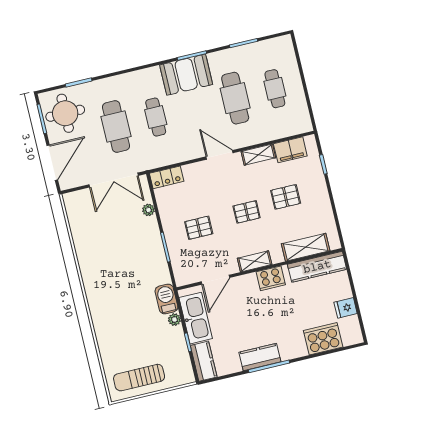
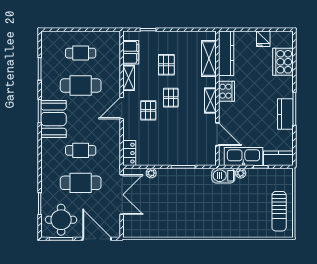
pallet: (199, 228) -> (148, 110), moved

